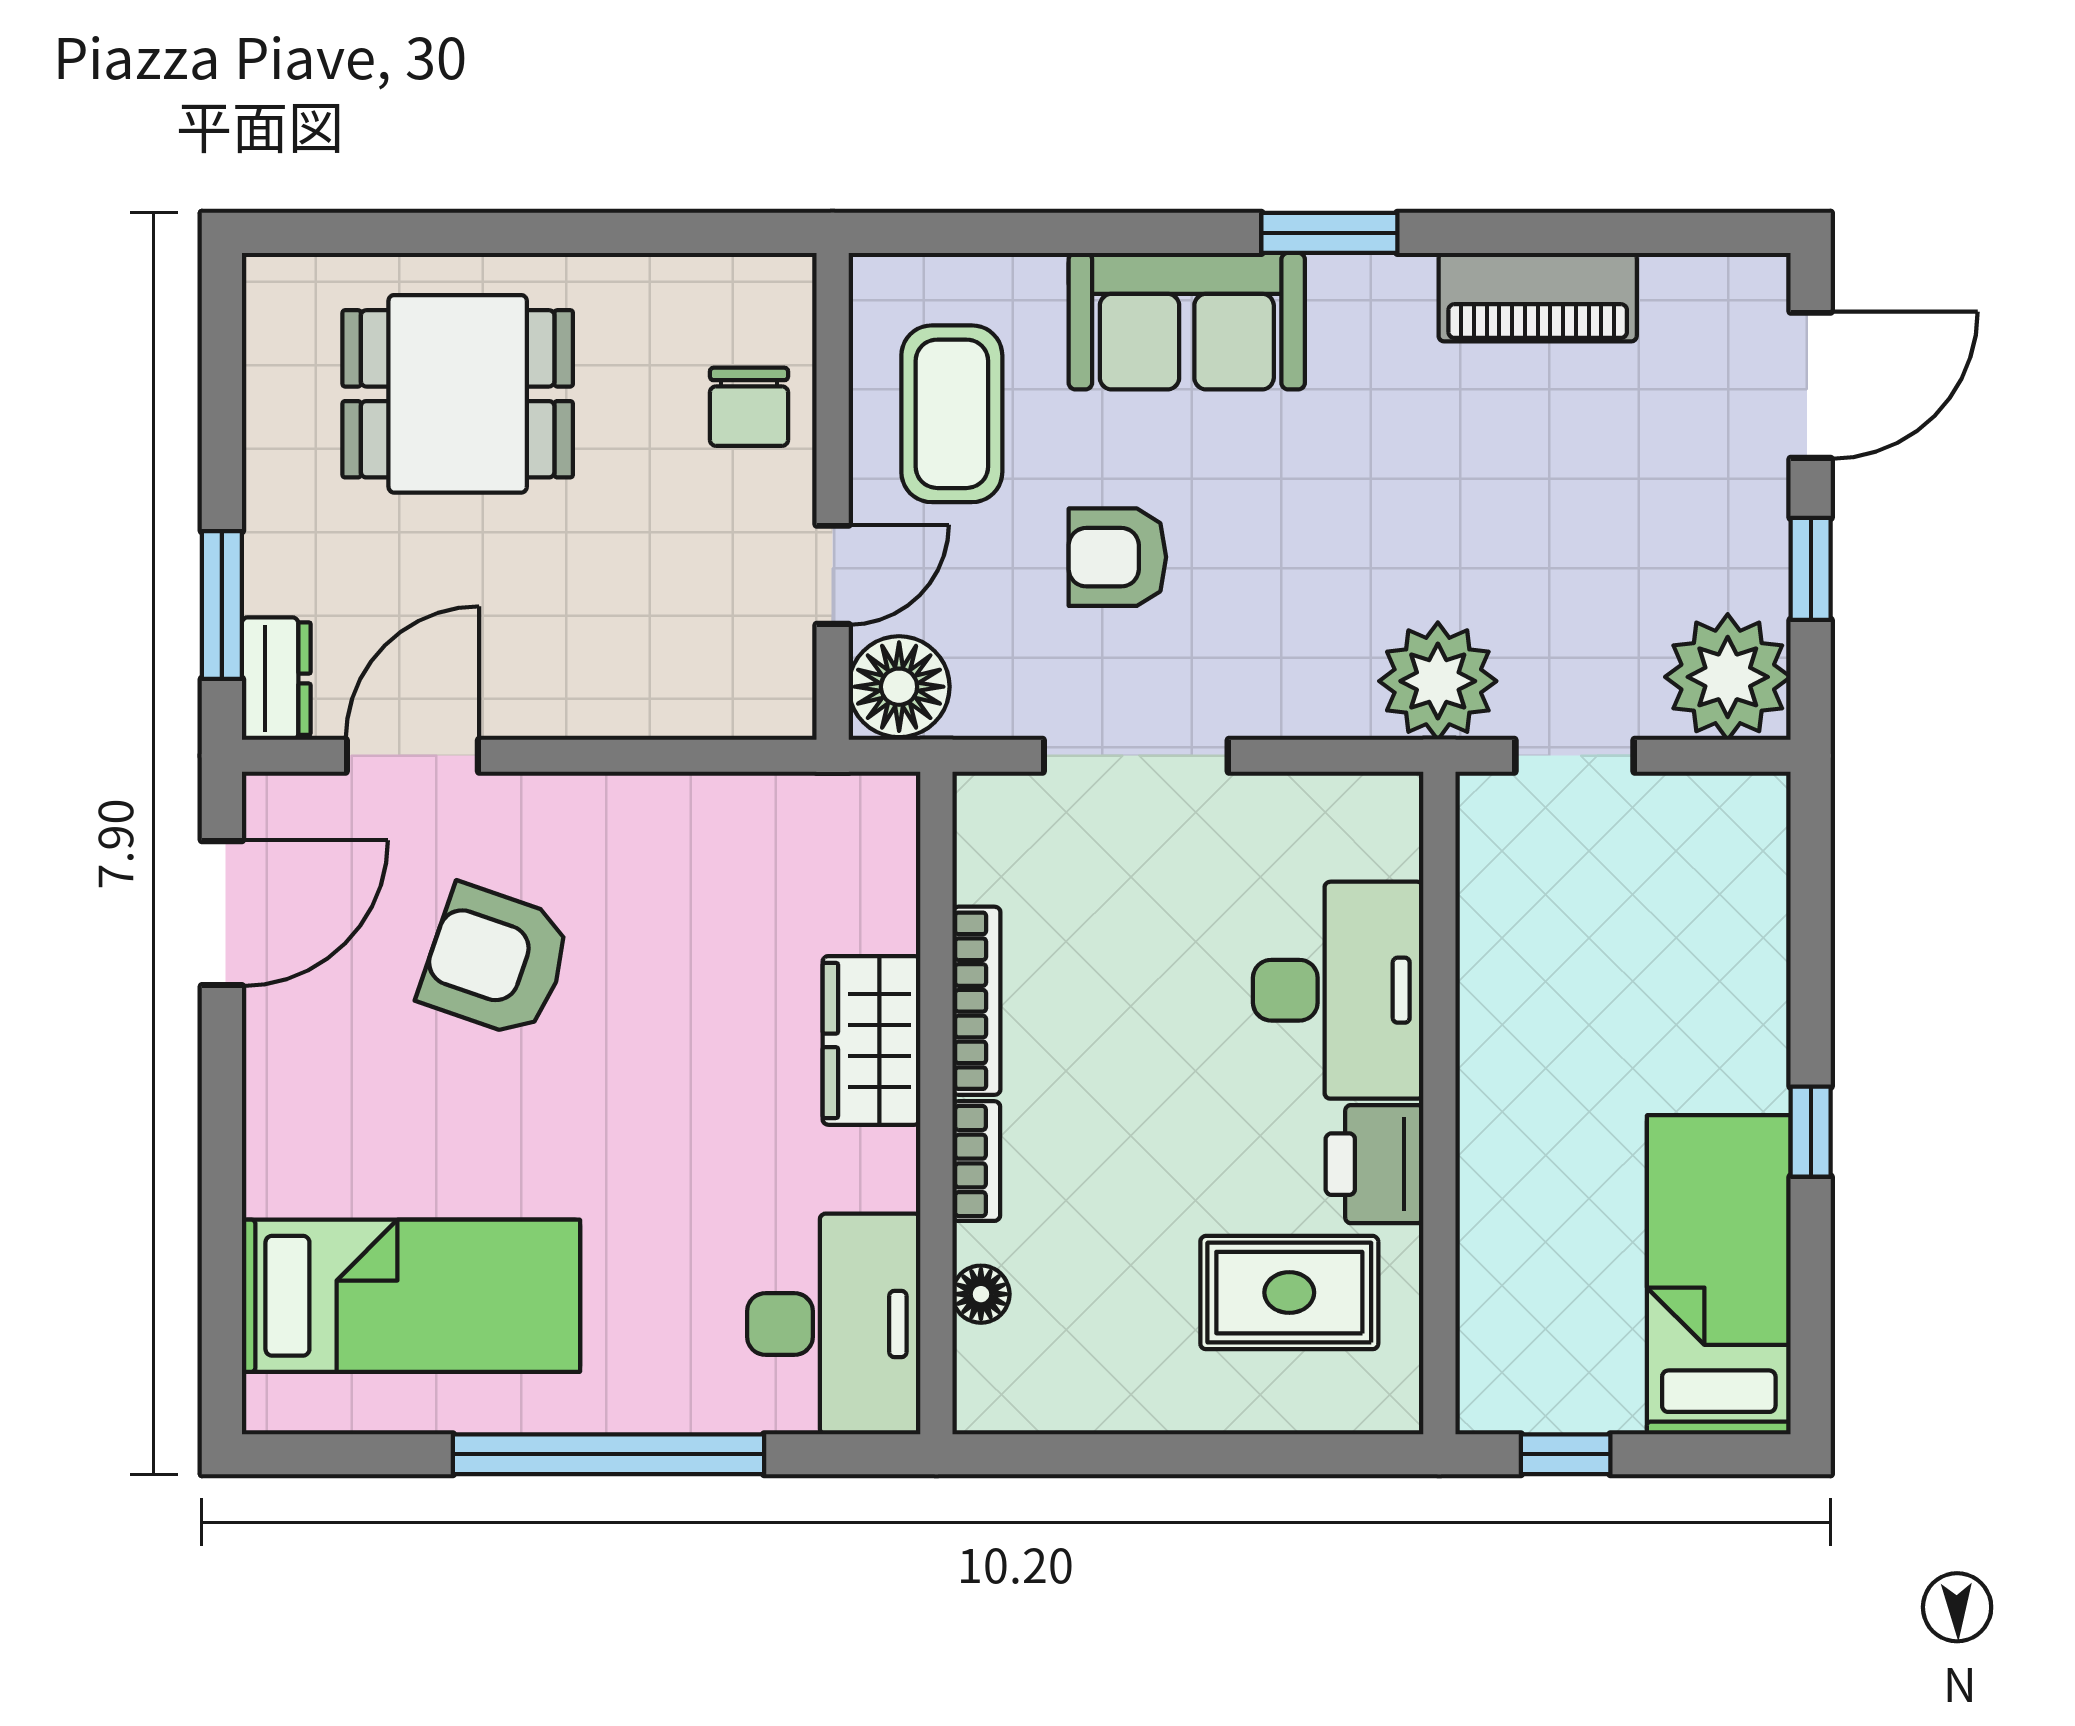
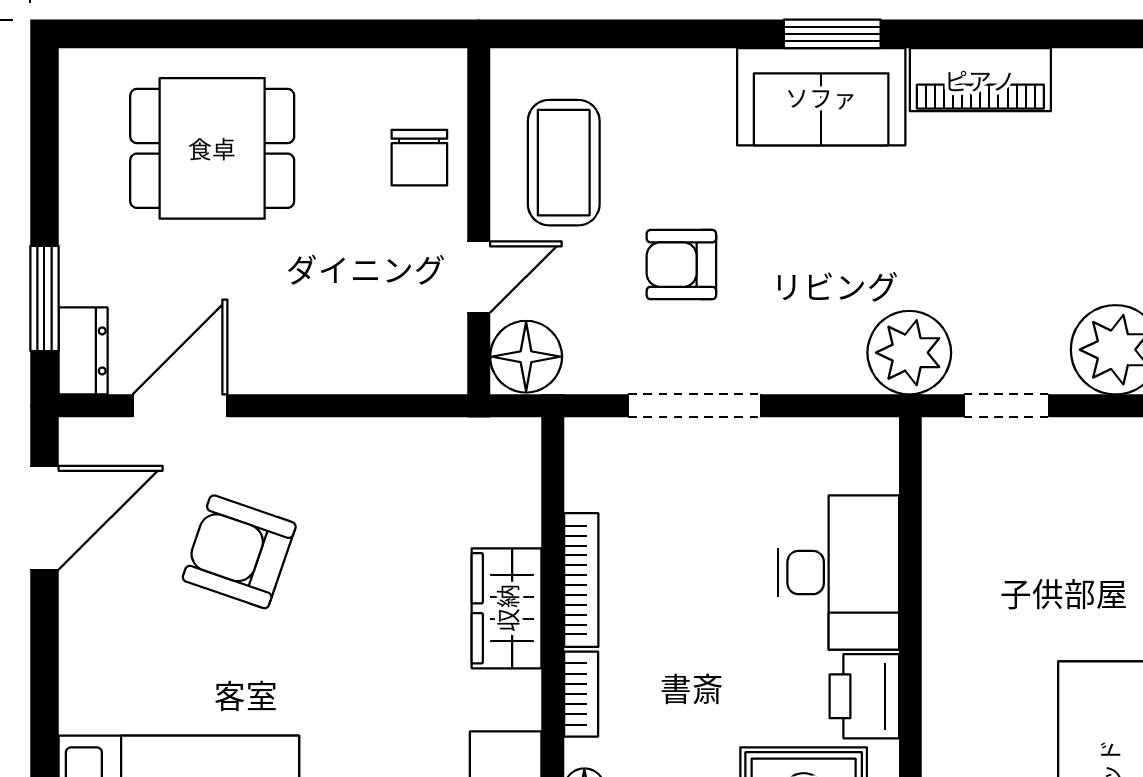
sofa: (1187, 321) -> (821, 97), moved

